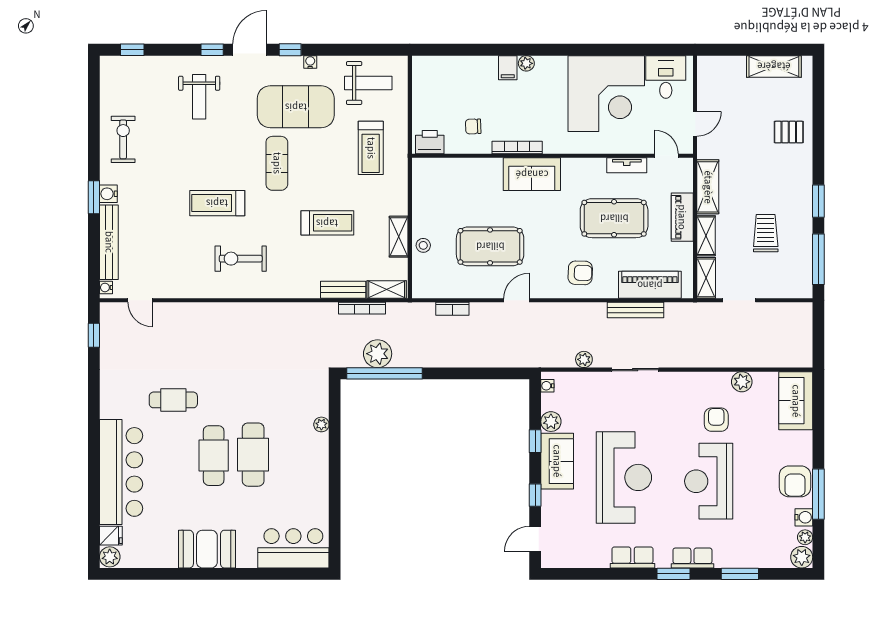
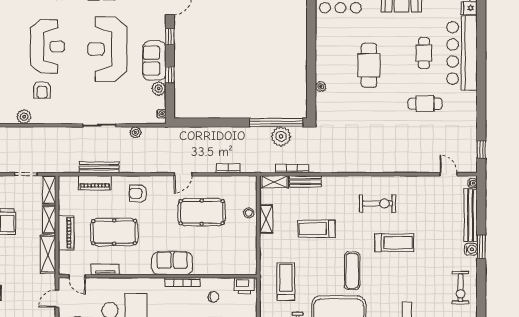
piano: (650, 285) -> (95, 183), width x0.73, depth x0.75
cafe table: (214, 456) -> (424, 53), moved, width x0.73, depth x0.74

